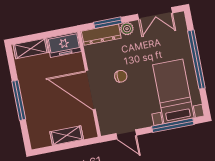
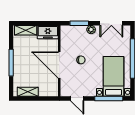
dresser: (101, 35) -> (73, 30), removed
shelving: (67, 136) -> (28, 92), moved

